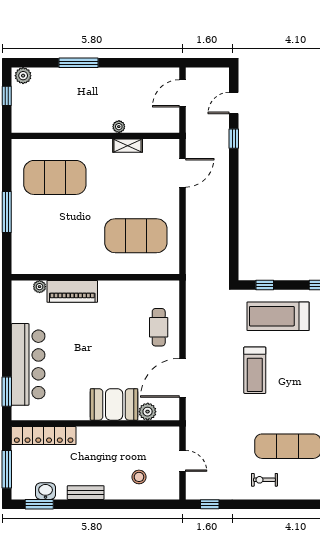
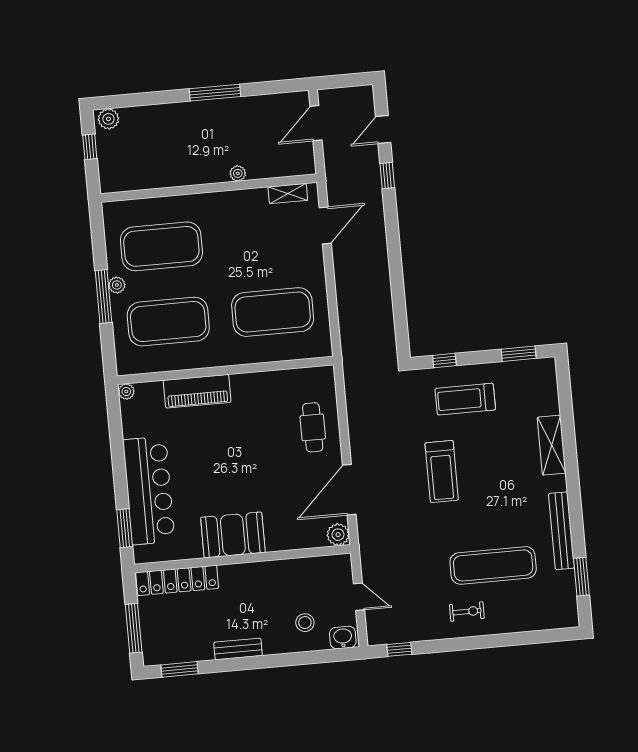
window: (78, 63) -> (215, 93), moved
shelving: (128, 146) -> (288, 194), moved
plant: (18, 204) -> (117, 285), added
exercise mat: (55, 236) -> (168, 322), added
plant: (40, 287) -> (126, 391), moved
treadmill: (278, 316) -> (465, 399), width x0.73, depth x0.73
booth: (114, 404) -> (233, 535), moved
plant: (148, 412) -> (338, 535), moved
exercise bike: (264, 480) -> (467, 612), turned 180
washbasin: (46, 491) -> (343, 638), moved

